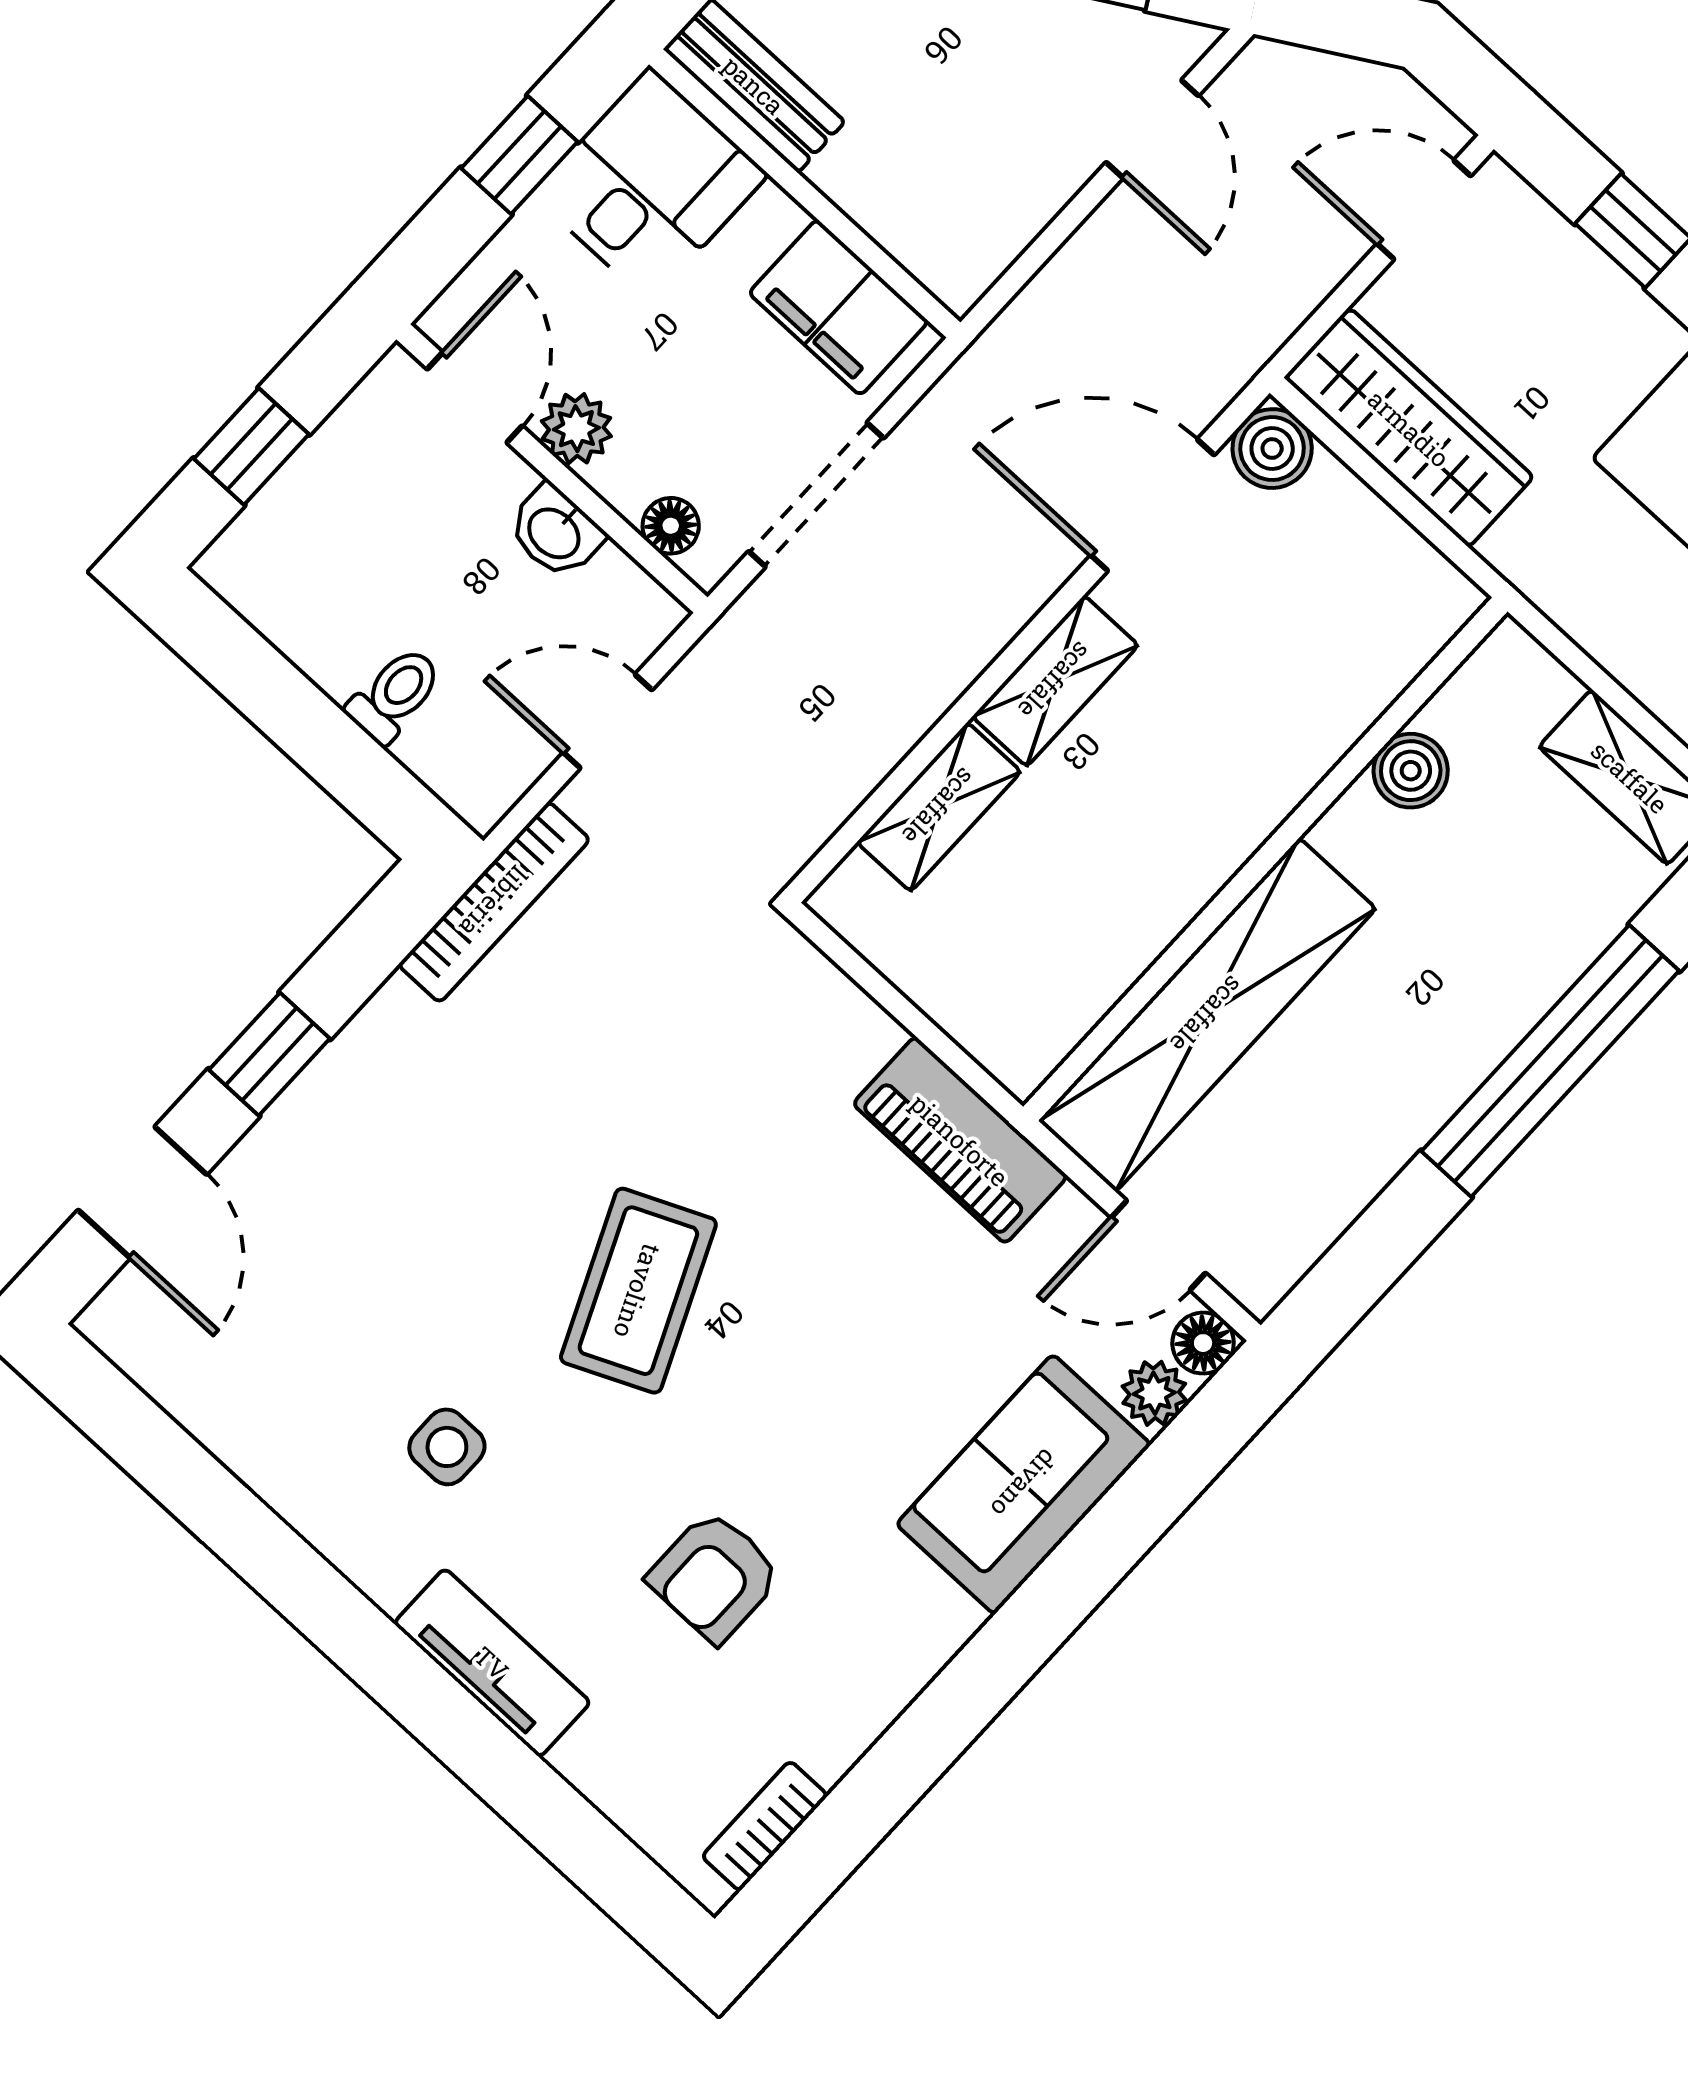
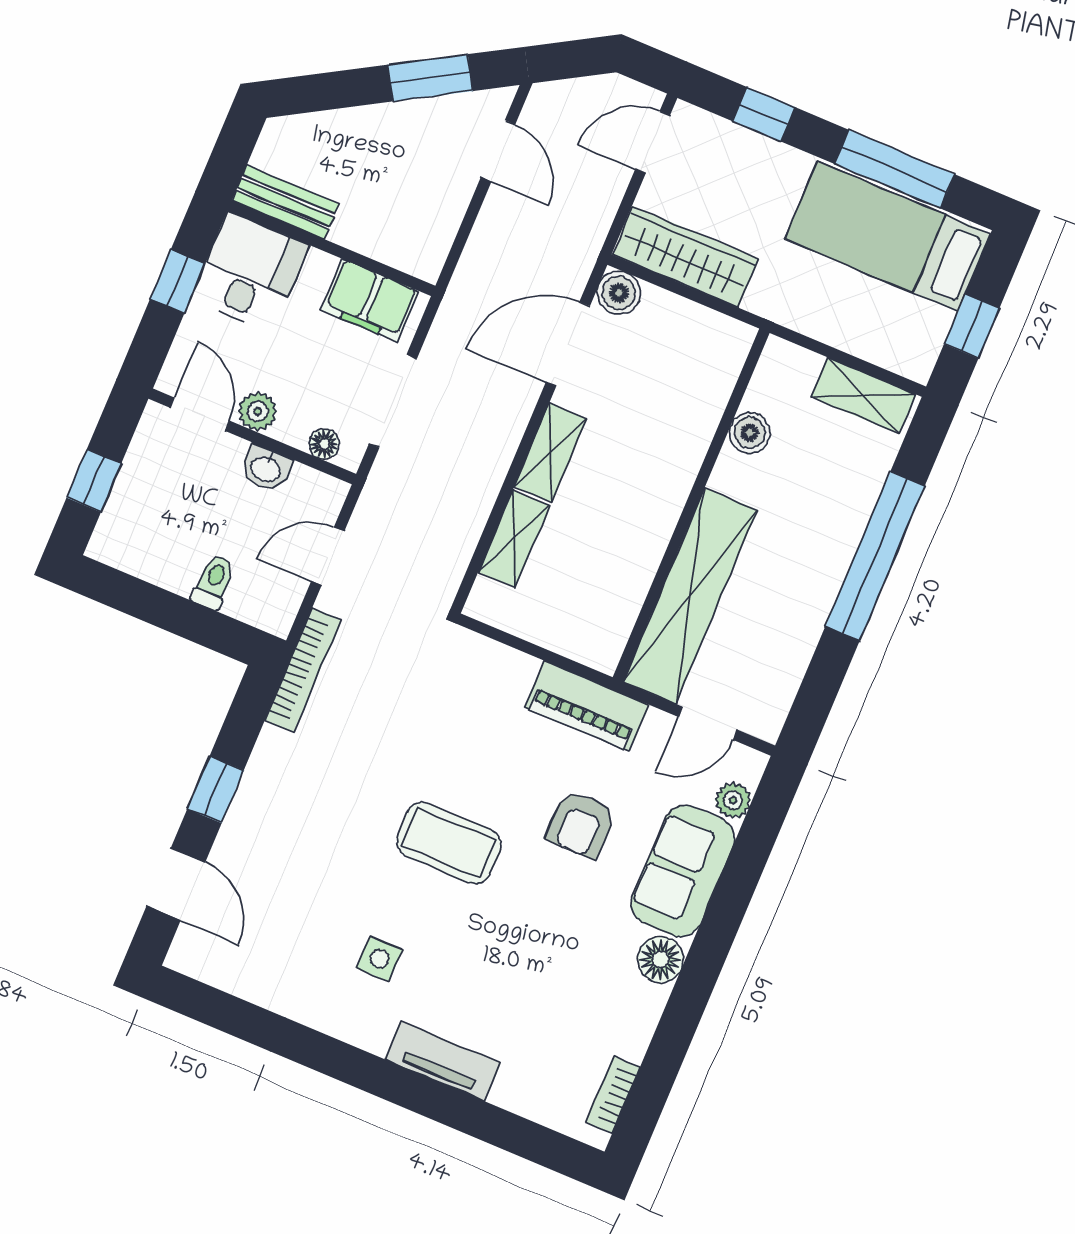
coffee table: (638, 1291) -> (449, 843), turned -66
floor lamp: (1203, 1343) -> (660, 959), moved, width x1.37, depth x1.37
armchair: (714, 1576) -> (581, 824), moved

